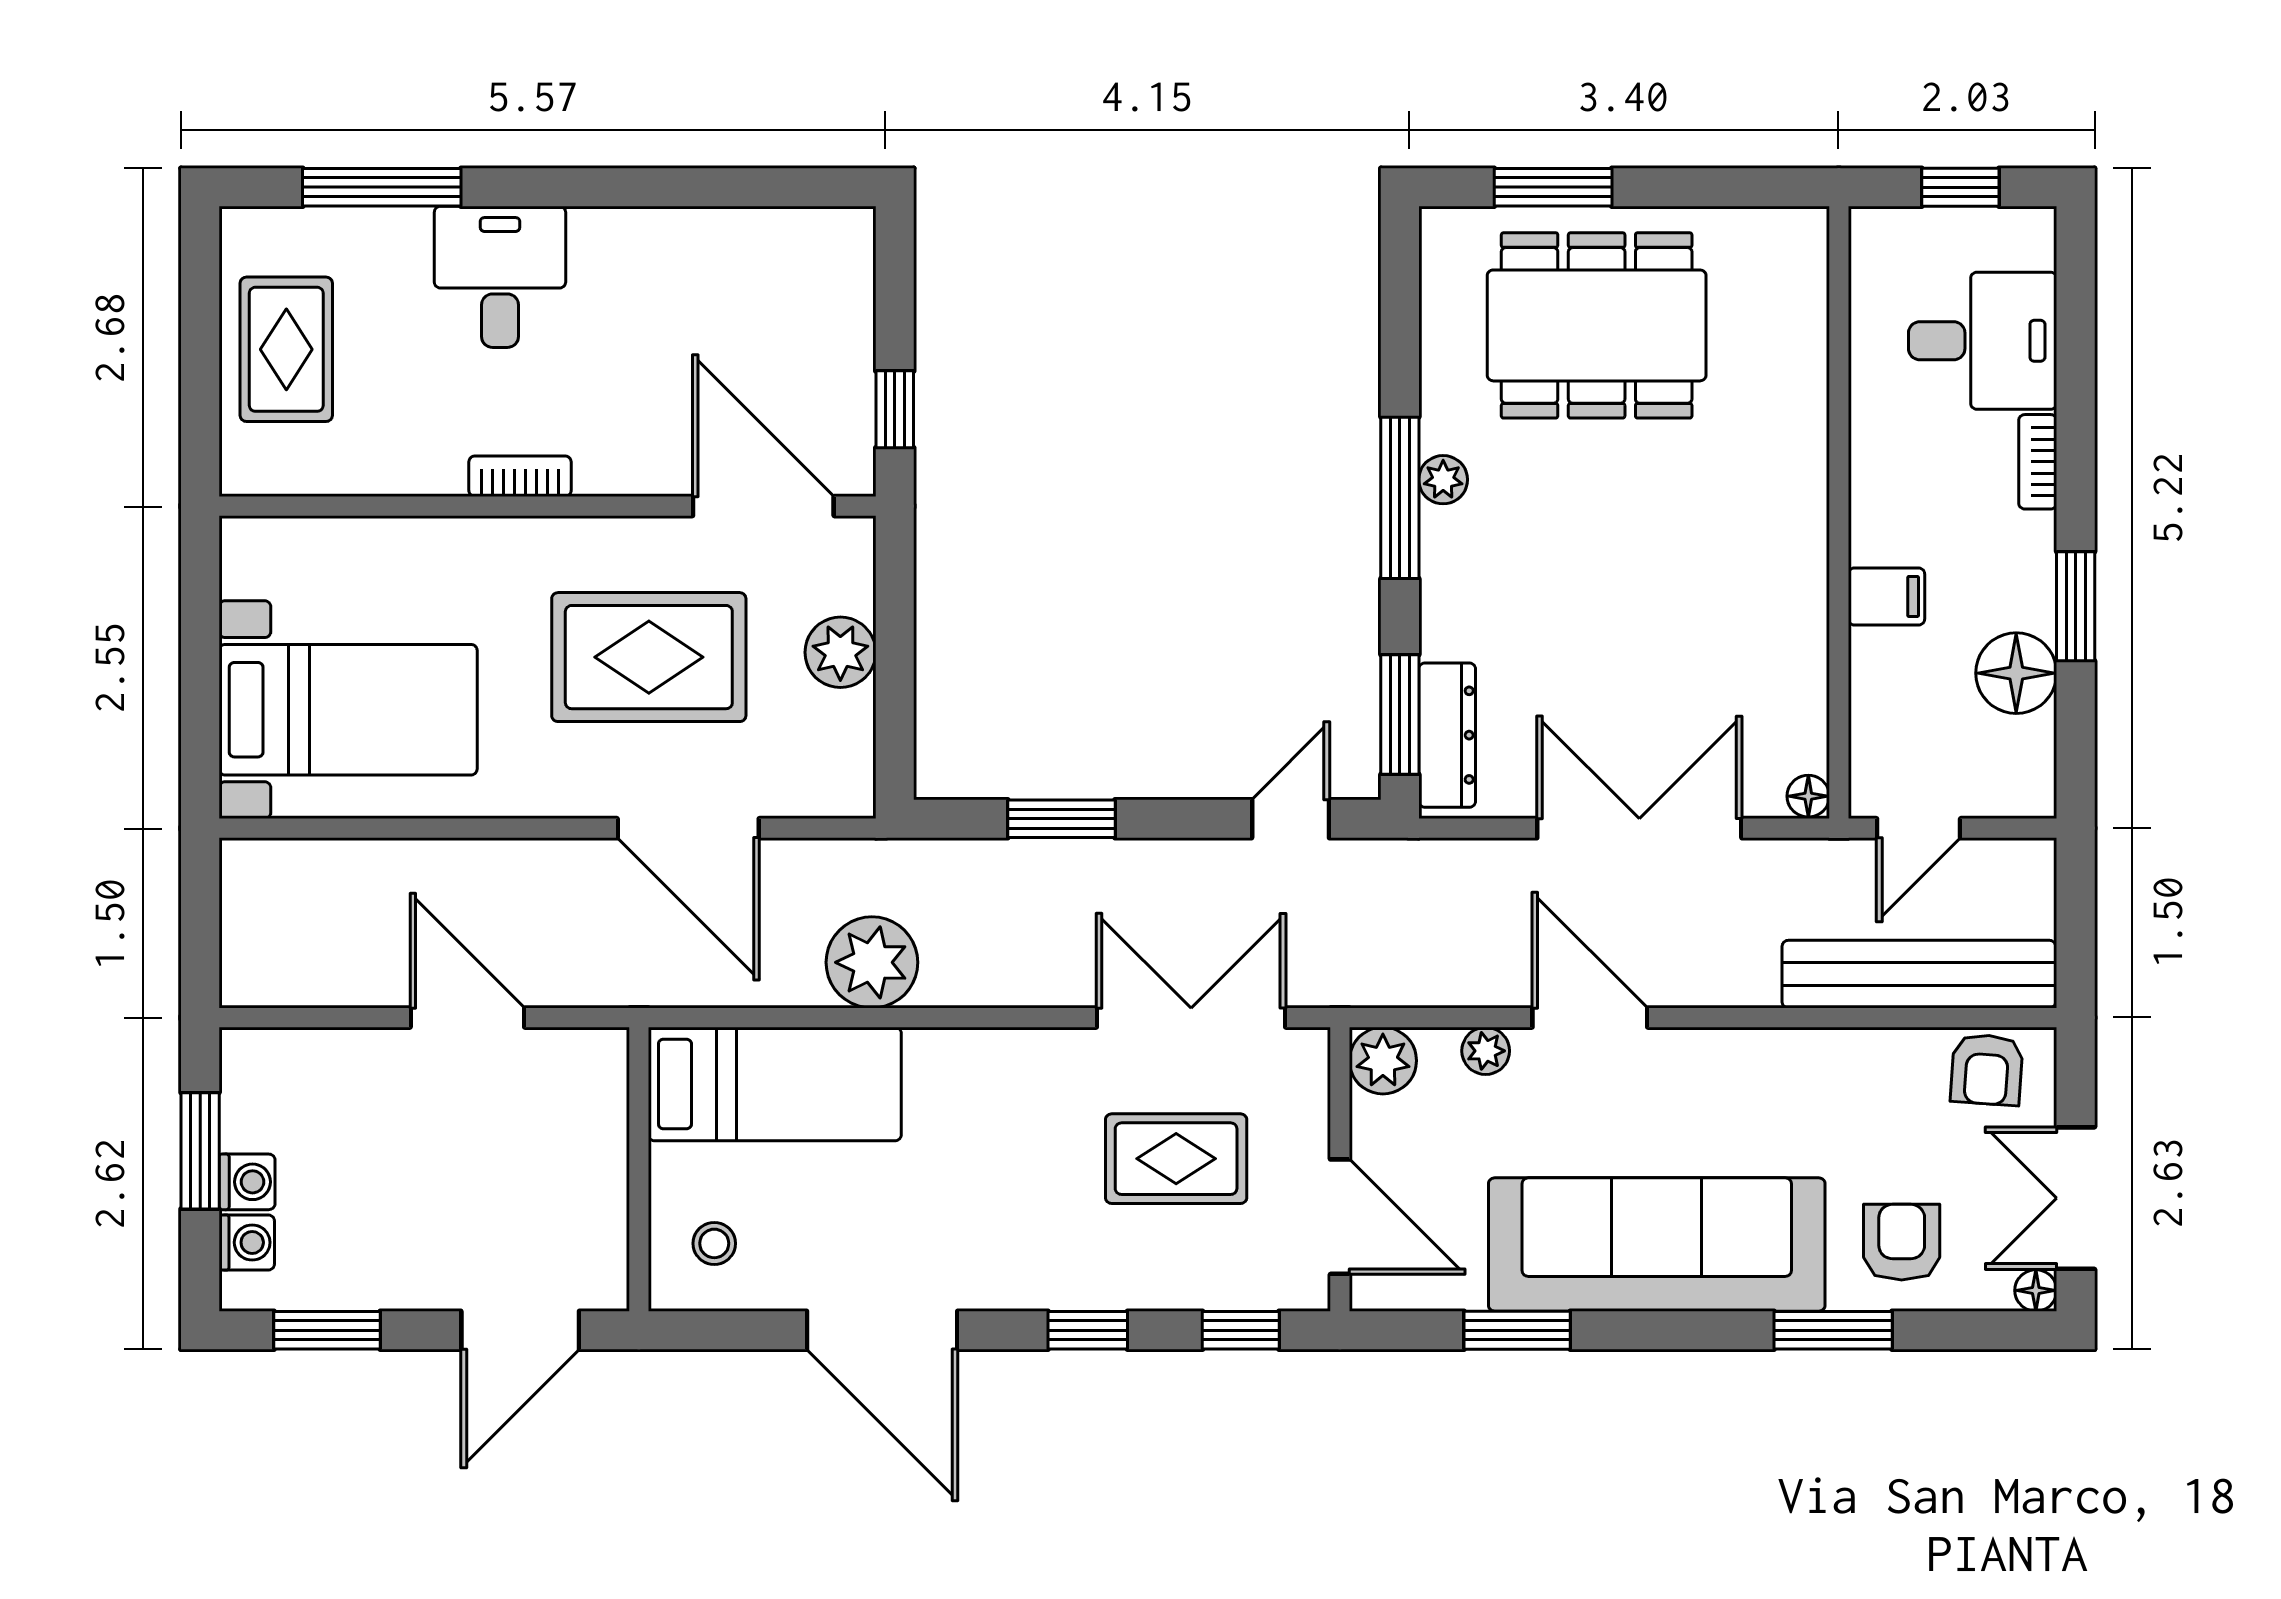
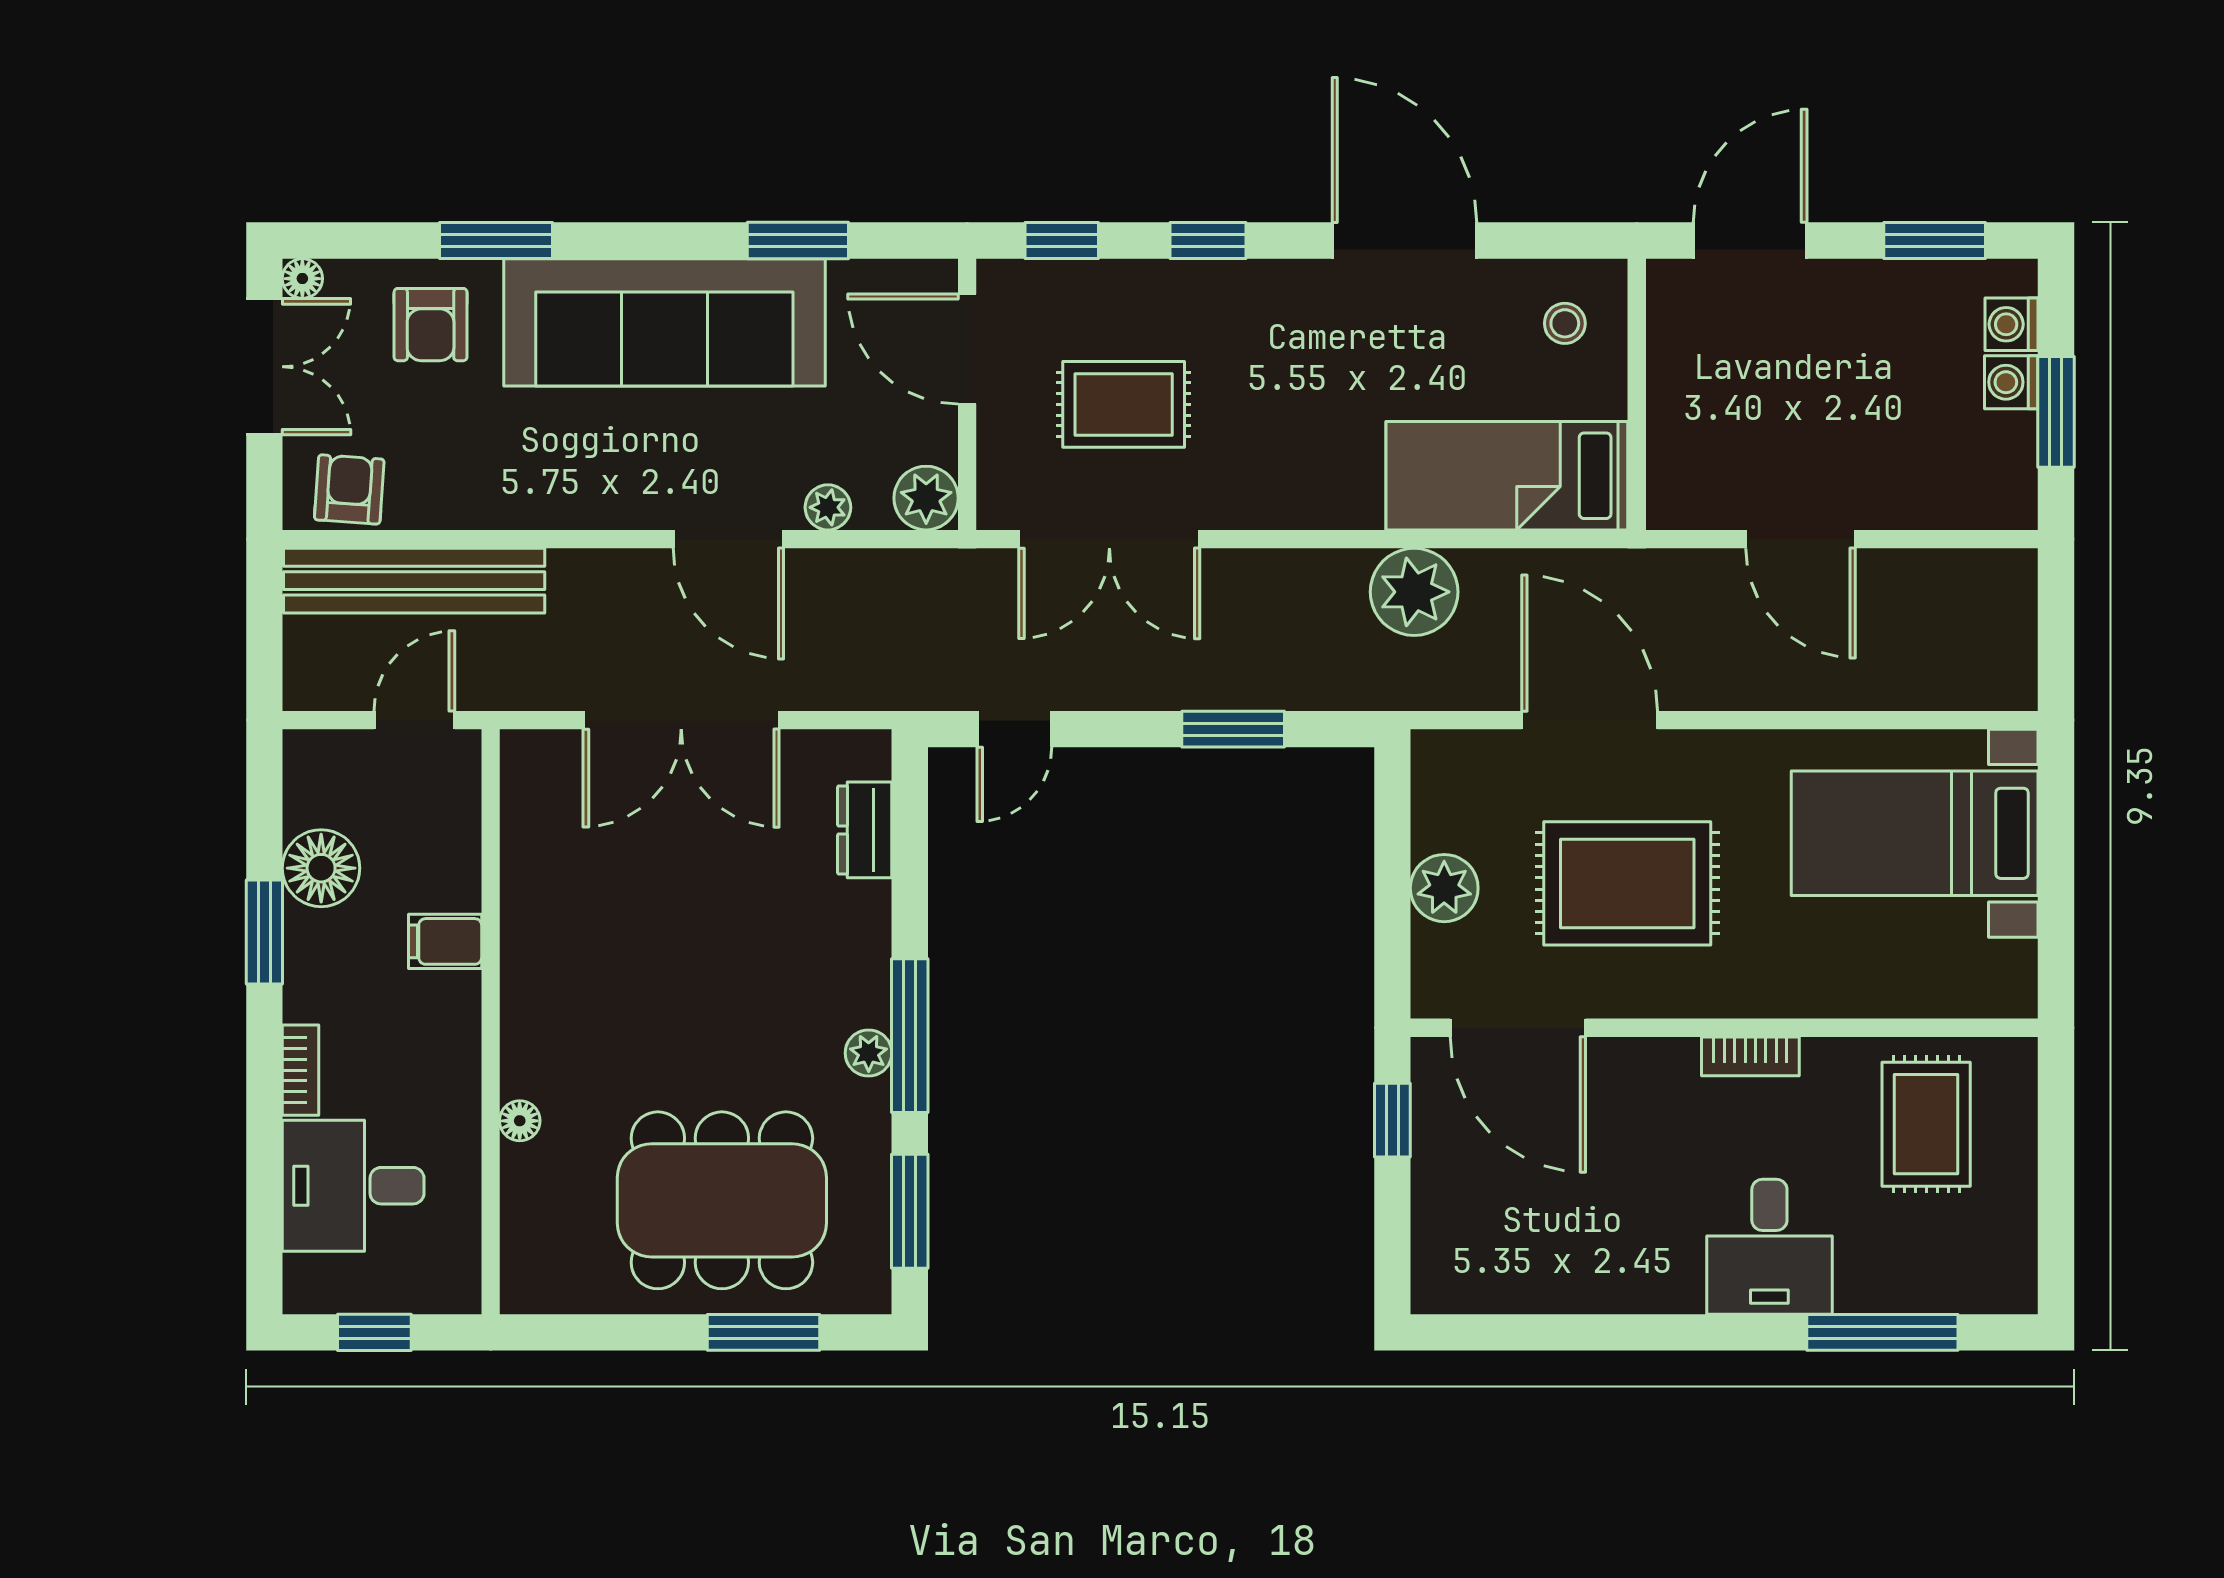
rug: (286, 349) -> (1926, 1124), moved
window: (1400, 715) -> (910, 1211), moved
dresser: (1447, 735) -> (865, 830), width x0.70
floor lamp: (1808, 796) -> (520, 1121), moved

